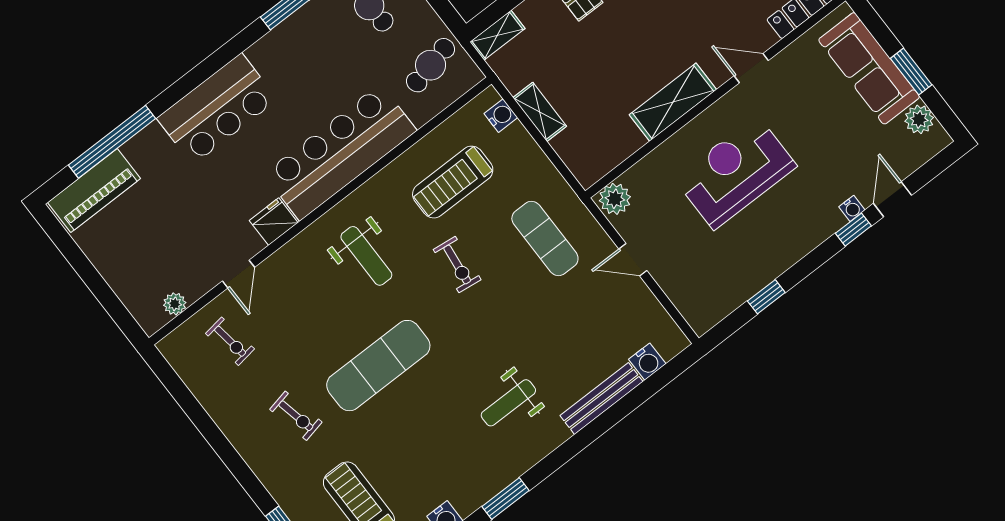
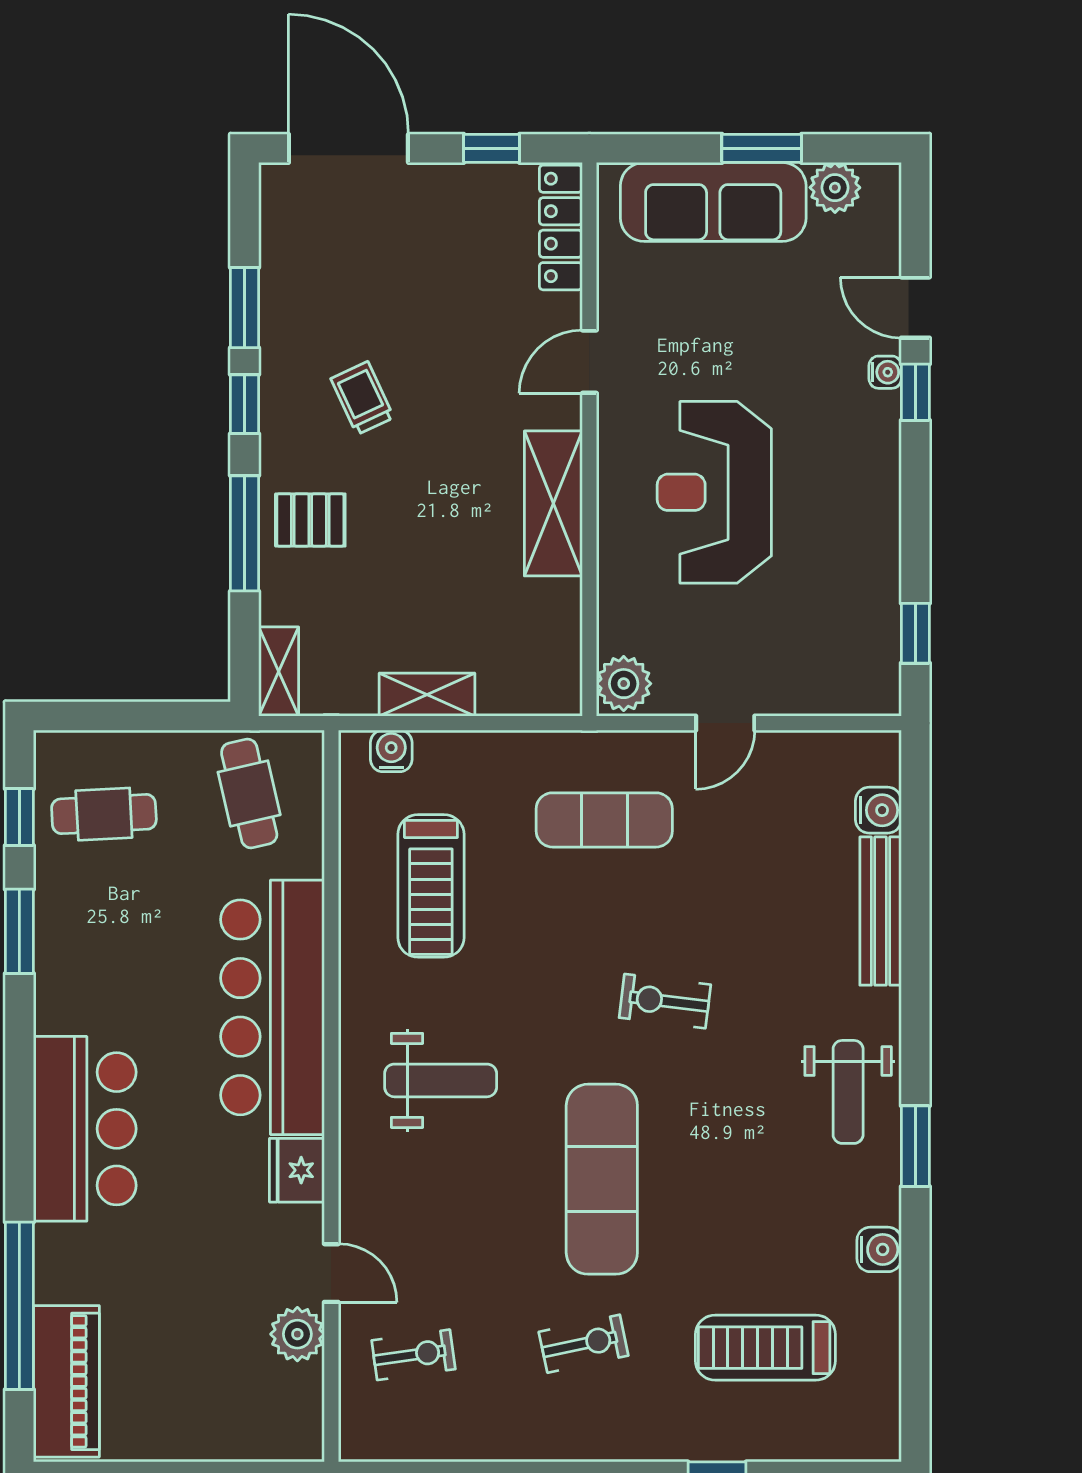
exercise bike: (457, 265) -> (665, 1001), moved, turned 180
window: (766, 297) -> (915, 633), moved
plant: (175, 304) -> (297, 1334), moved, width x1.38, depth x1.38
weight bench: (508, 403) -> (848, 1092), moved

